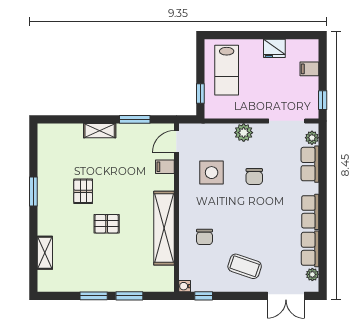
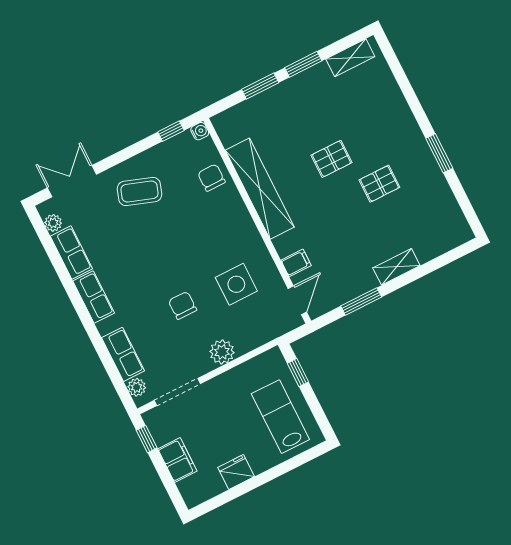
filing cabinet: (309, 69) -> (177, 460), width x2.00
pallet: (83, 191) -> (379, 184), turned 90
chair: (204, 237) -> (211, 178), moved
shelving: (45, 253) -> (350, 58), moved, turned 90

